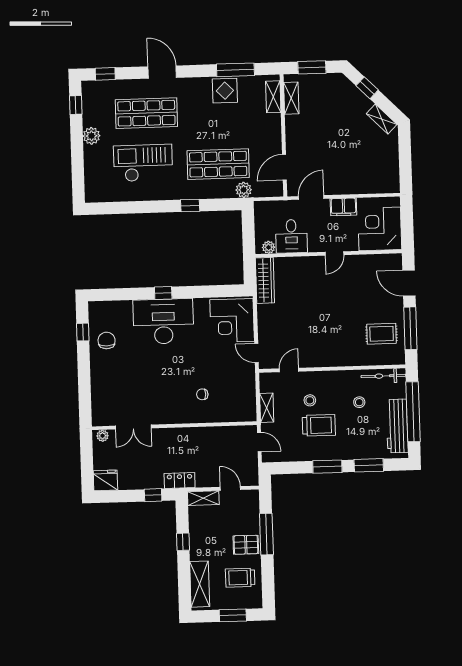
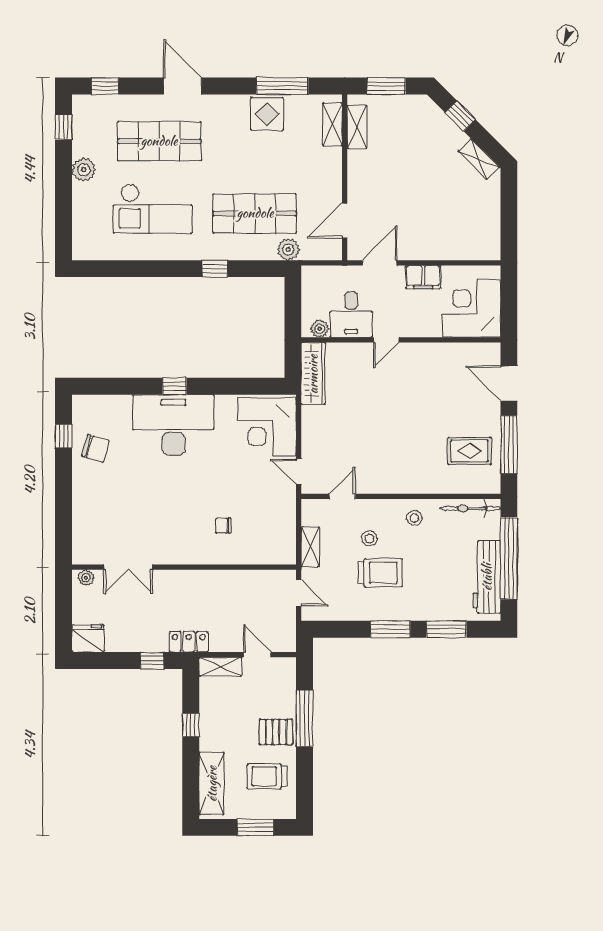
checkout: (143, 163) -> (153, 209), turned 180
door: (334, 254) -> (386, 340), moved
chair: (107, 340) -> (95, 448), turned 106
stool: (359, 402) -> (414, 518), moved

